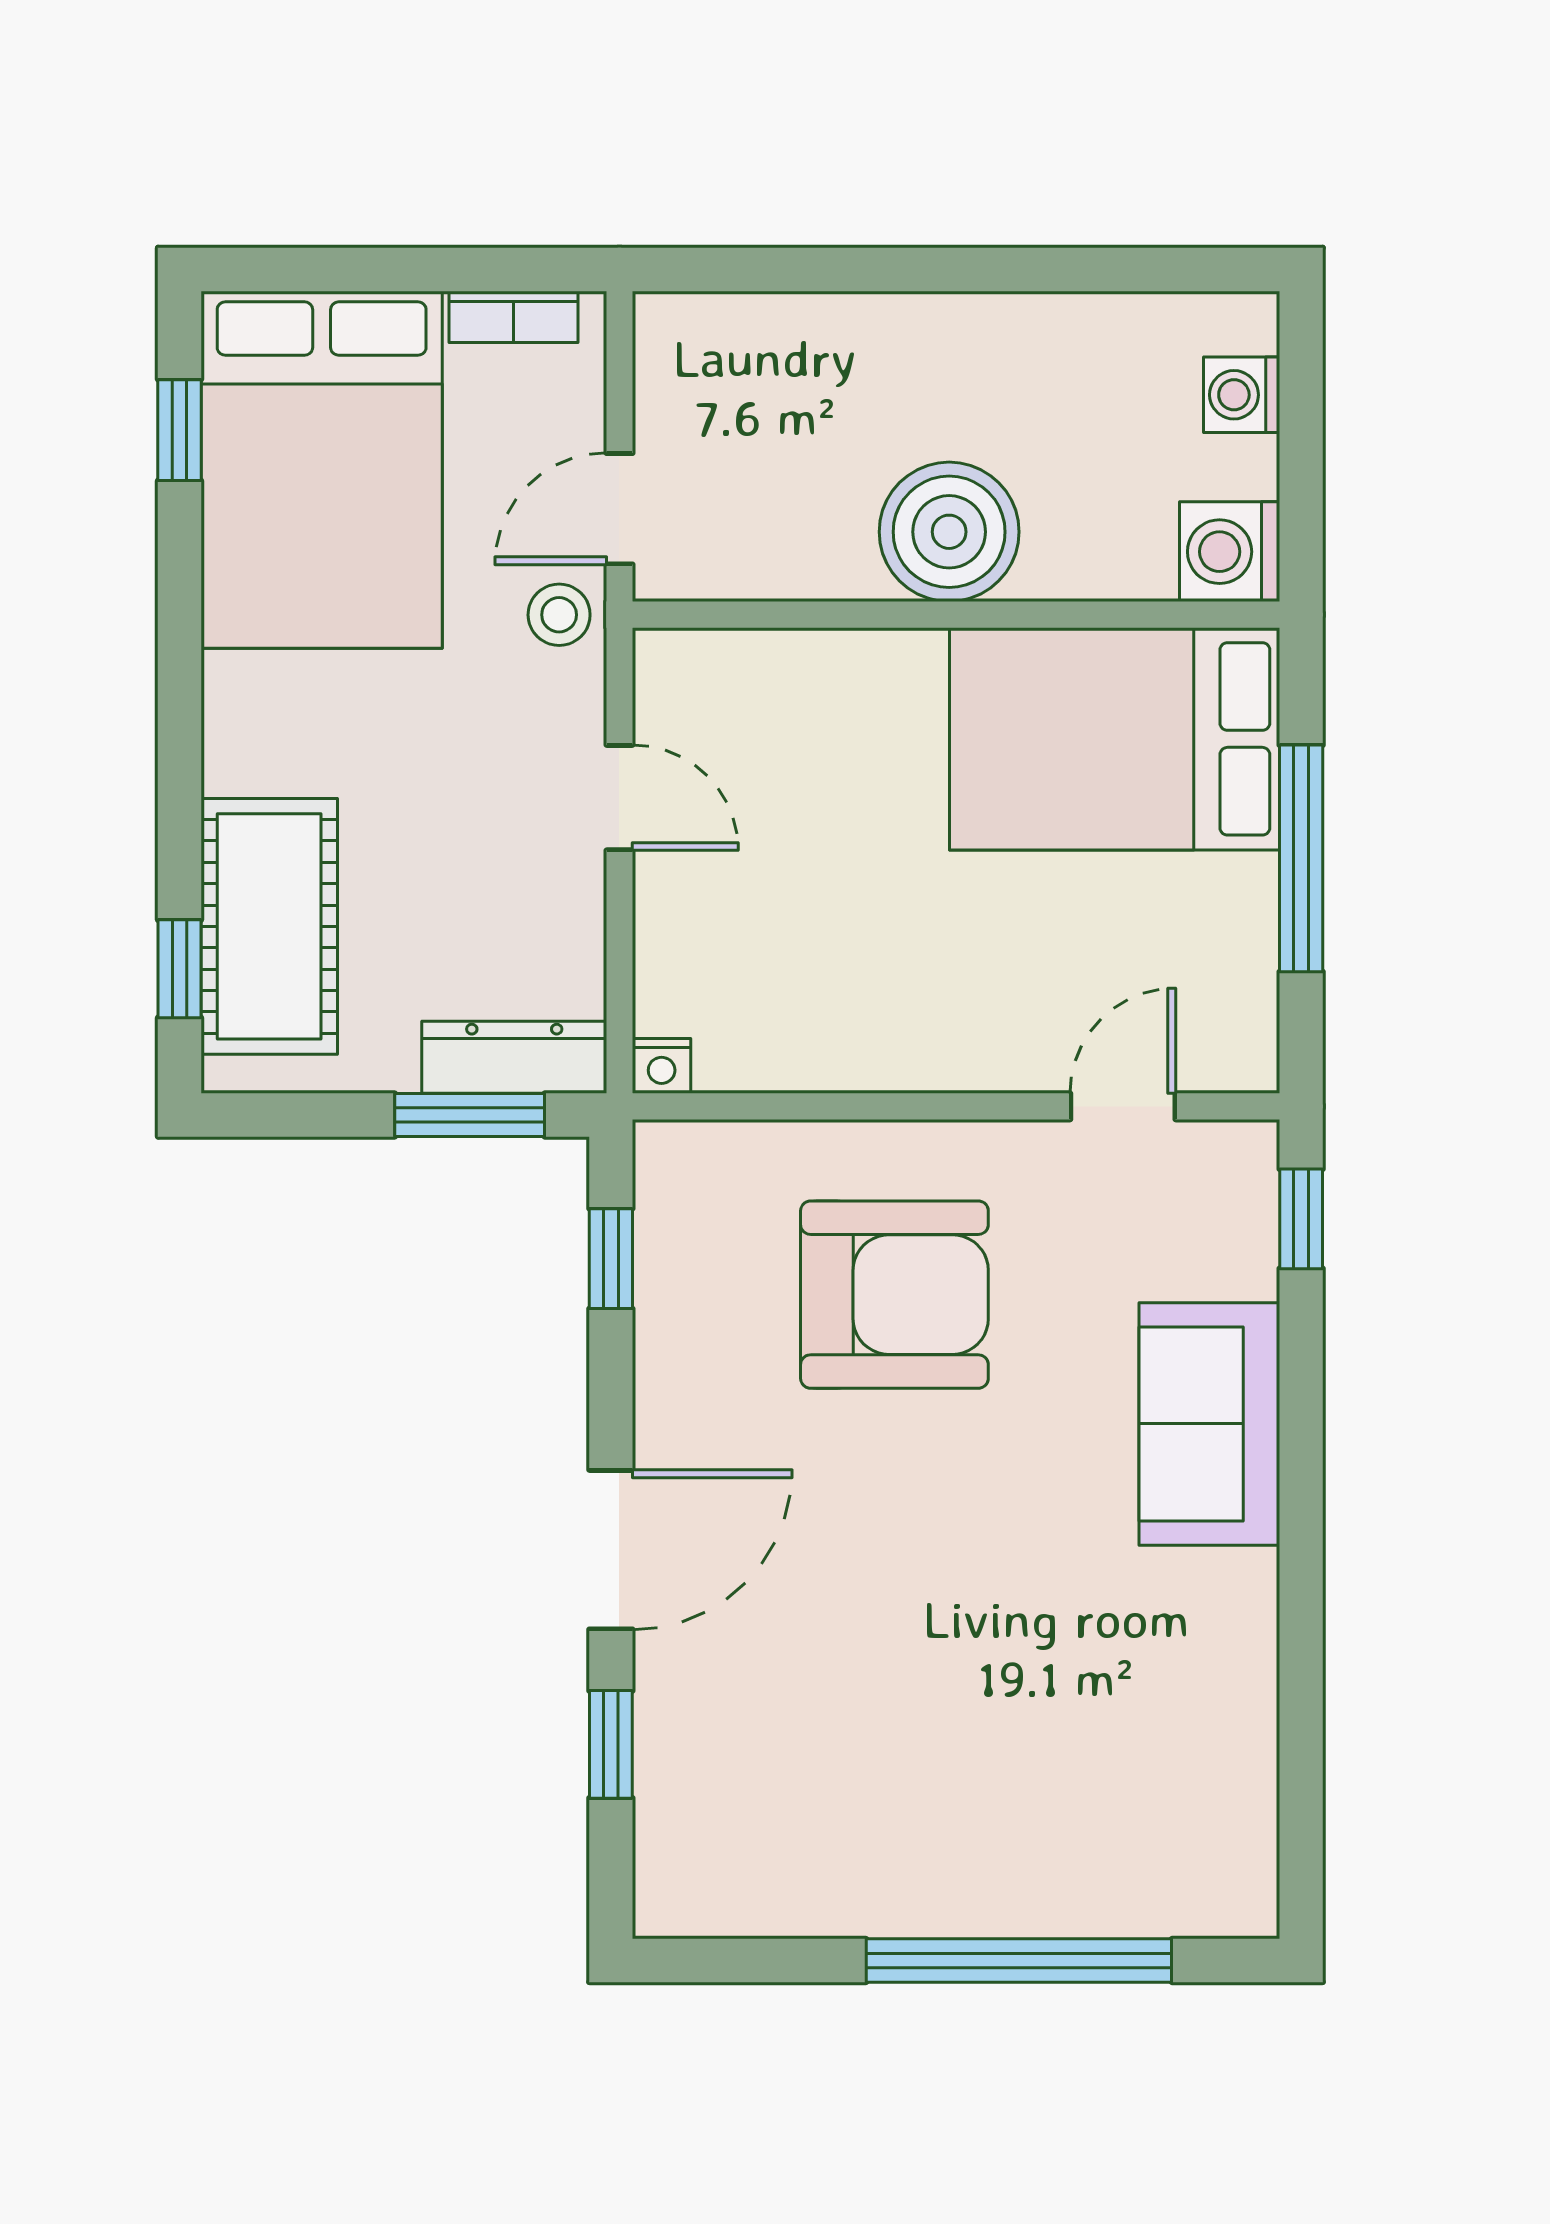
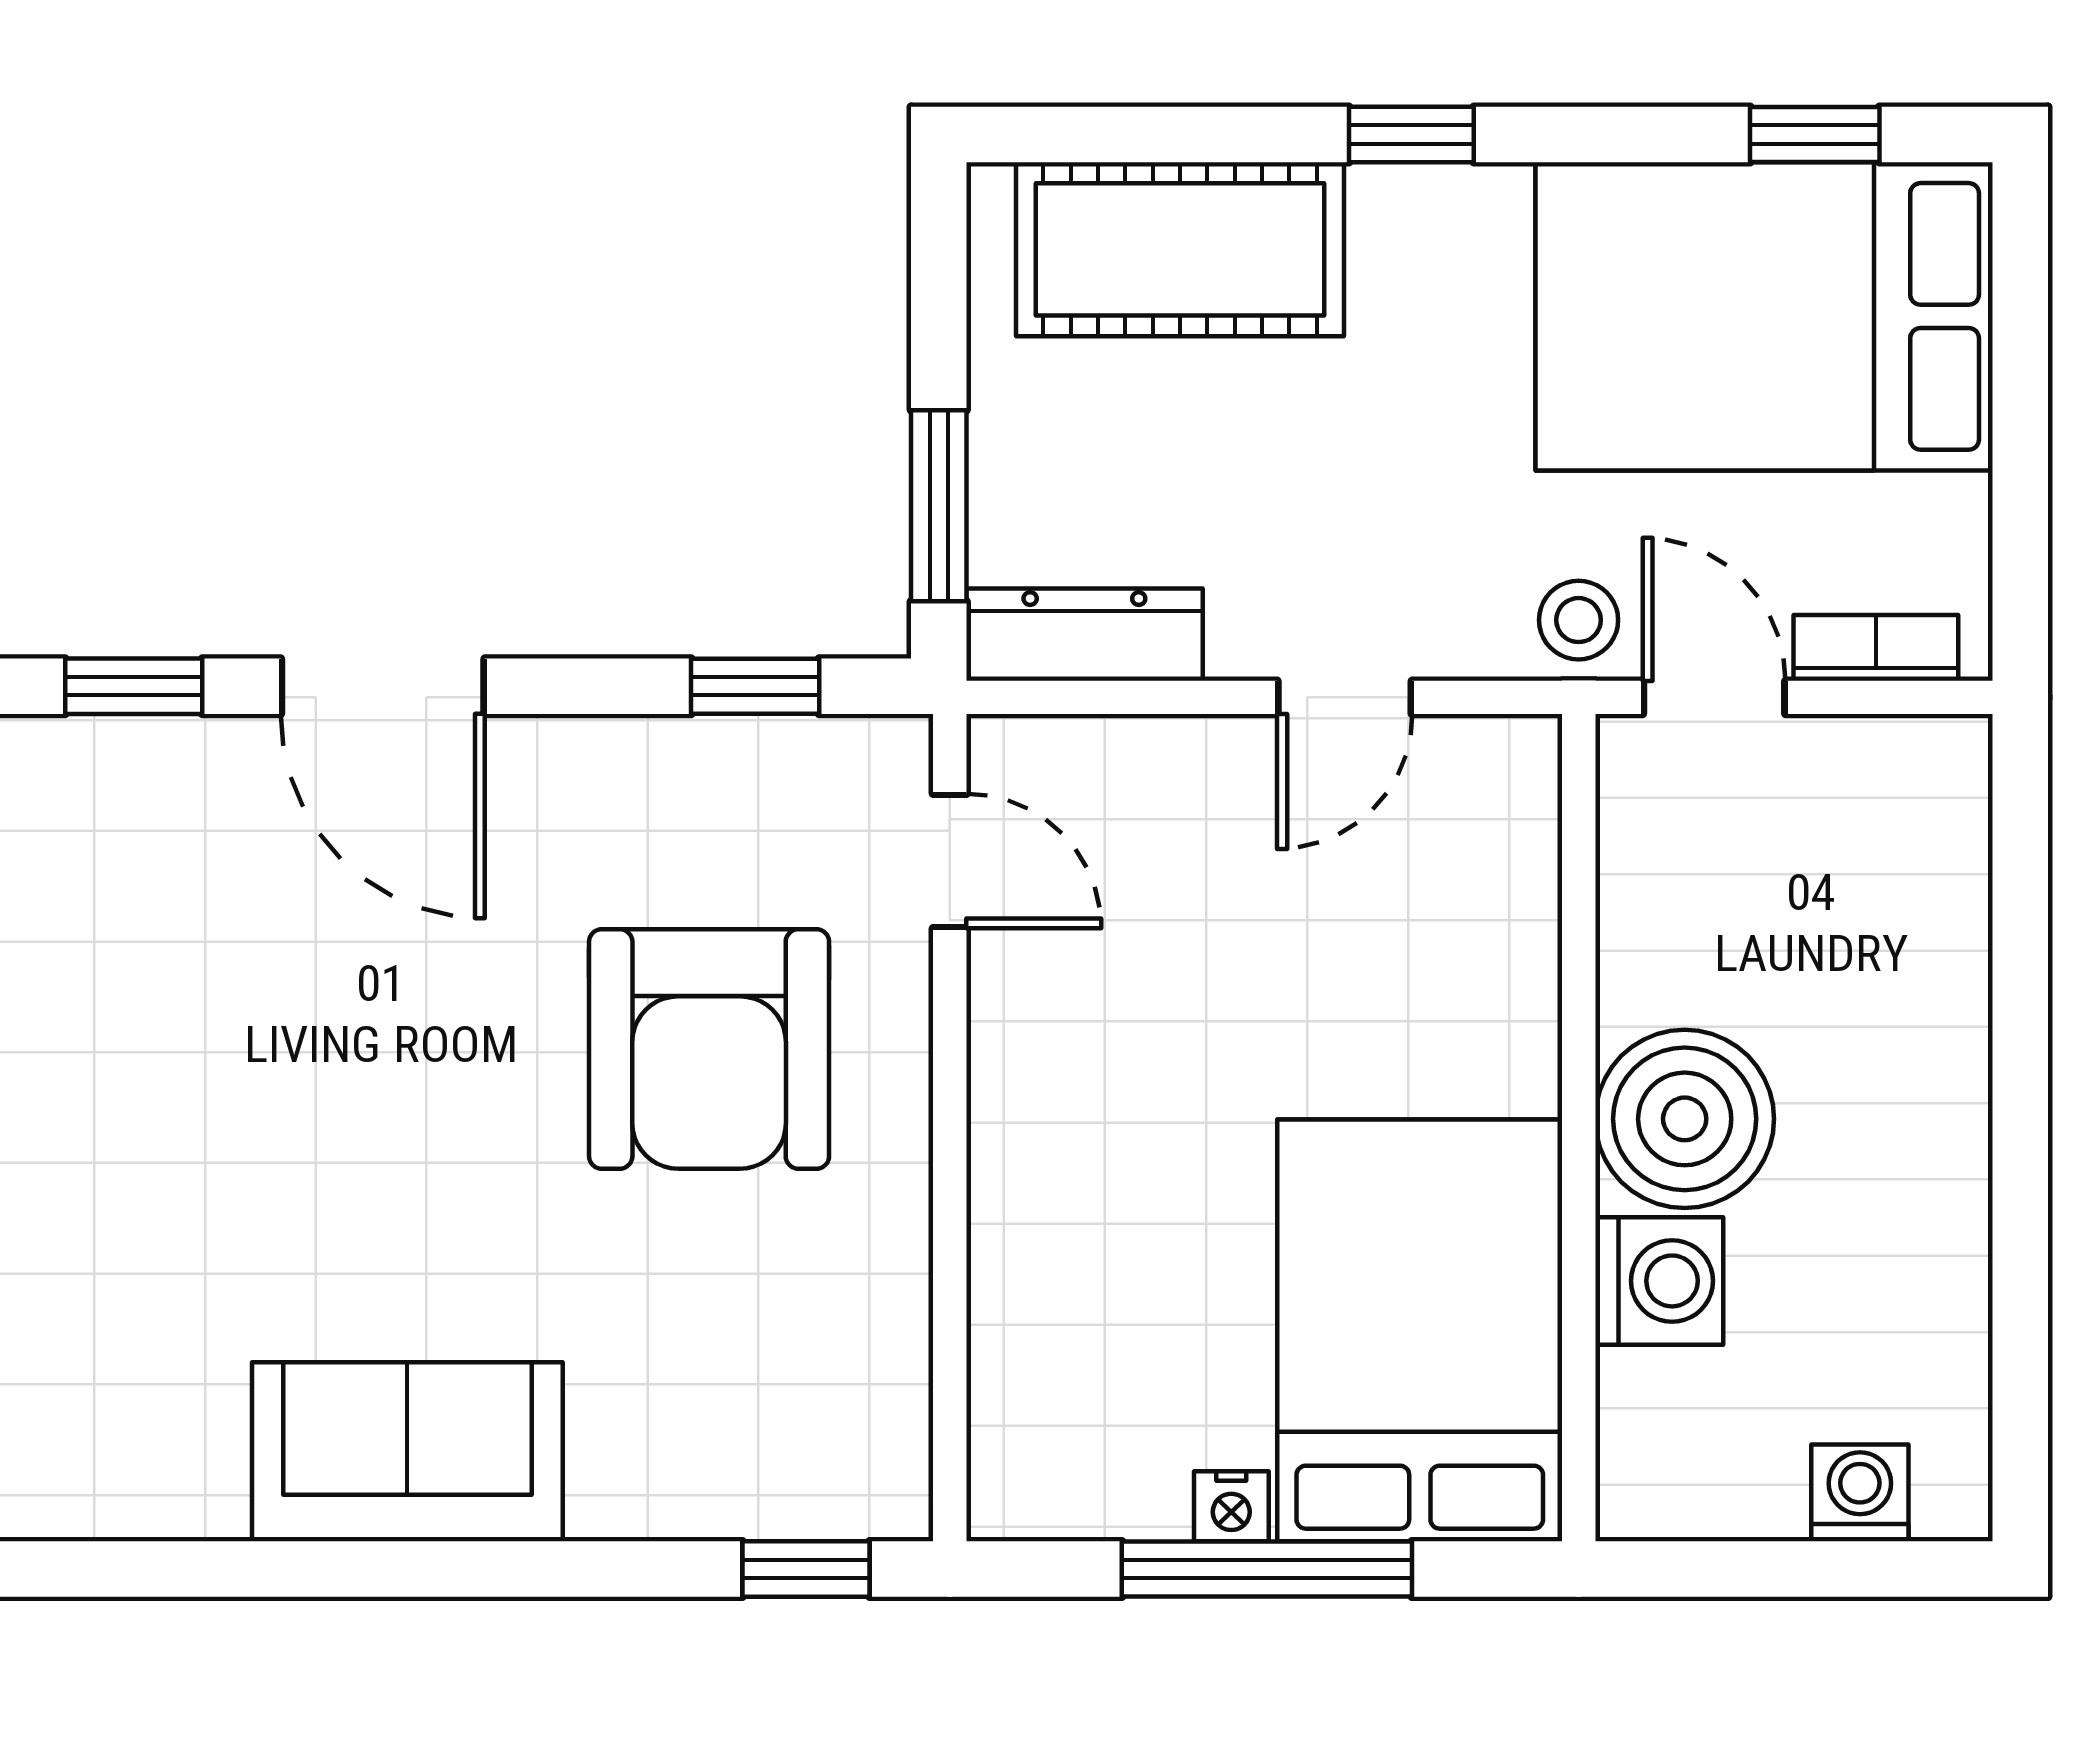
bookcase: (513, 317) -> (1876, 648), moved, turned 90
washing machine: (1230, 552) -> (1659, 1281), moved, turned 90
window: (179, 969) -> (1411, 135), moved
dresser: (514, 1057) -> (1084, 635), moved, turned -90
nightstand: (662, 1066) -> (1231, 1506), moved, turned -90
door: (1123, 1106) -> (950, 861), moved
sofa: (1209, 1424) -> (407, 1452), moved

